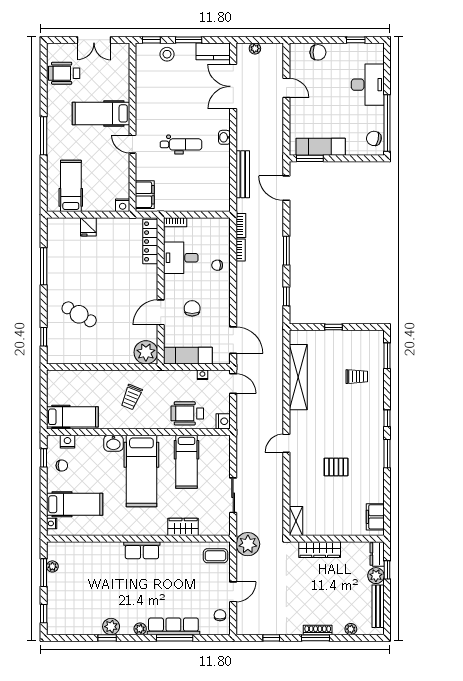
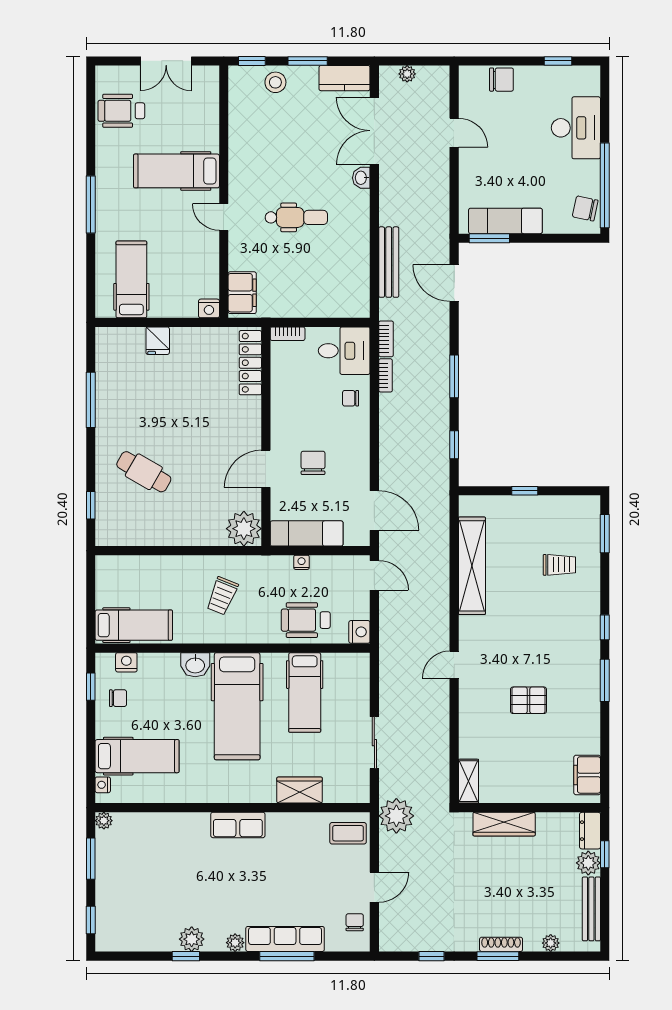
washbasin: (224, 137) -> (361, 178), moved
desk: (181, 258) -> (344, 351), moved, turned 180
nightstand: (202, 375) -> (302, 562), moved
plant: (52, 566) -> (104, 821), moved

